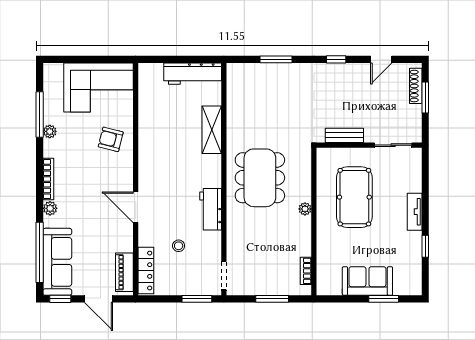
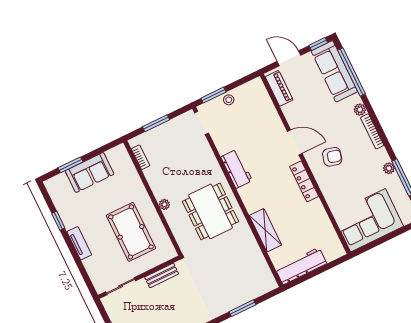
armchair: (111, 139) -> (332, 157), moved
stool: (179, 246) -> (229, 100), moved
locker: (146, 271) -> (304, 181), moved

